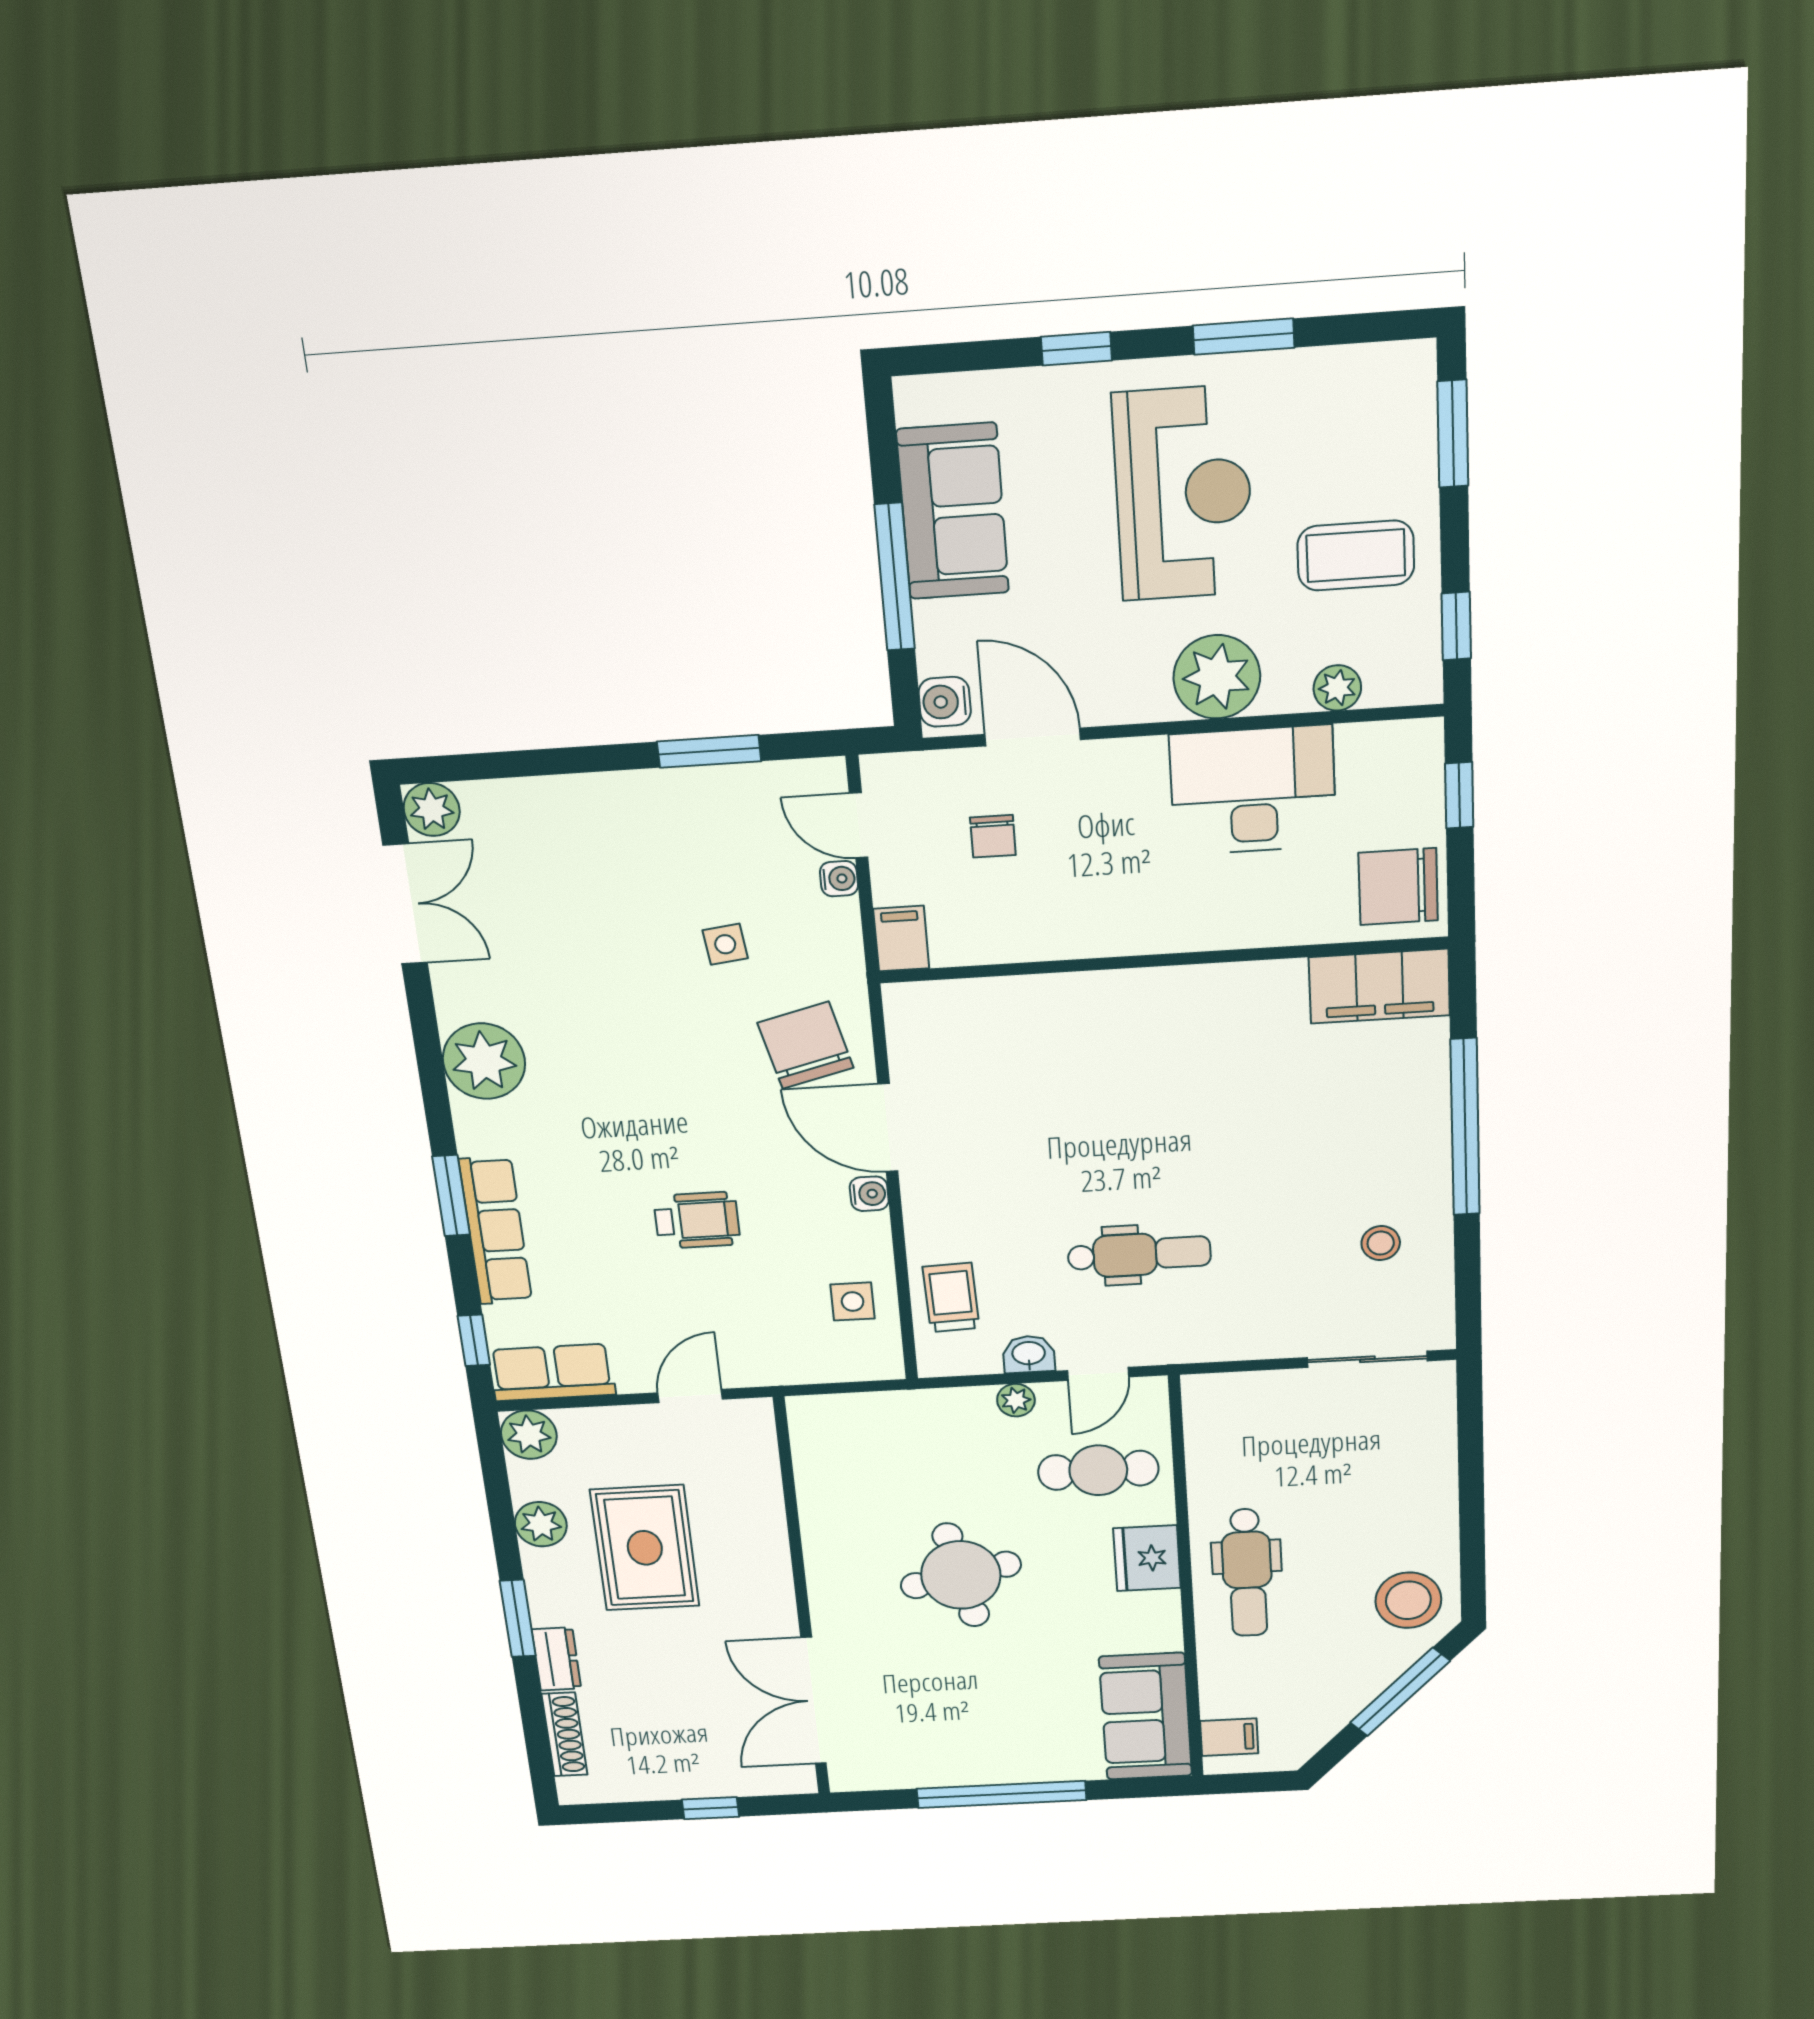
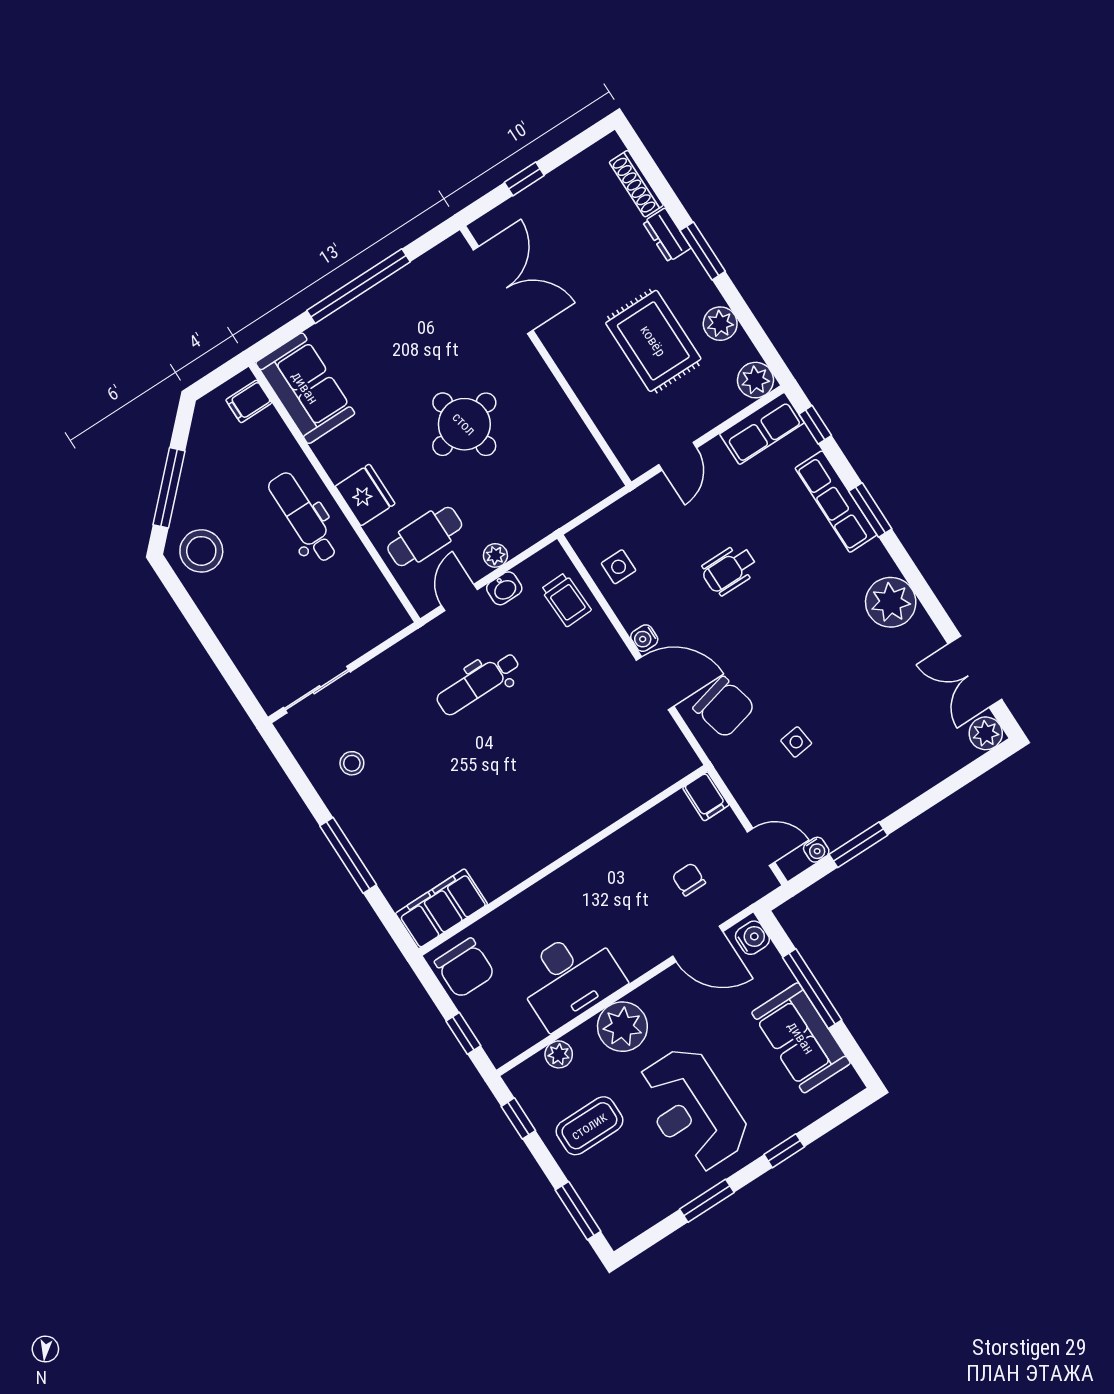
water cooler: (839, 879) -> (816, 850), moved, turned -90
chair: (1398, 887) -> (465, 968), turned 90
window: (1465, 1127) -> (348, 855), width x0.68

